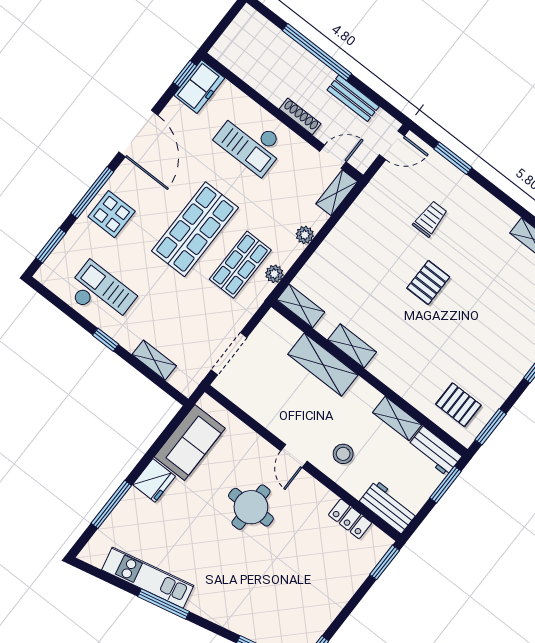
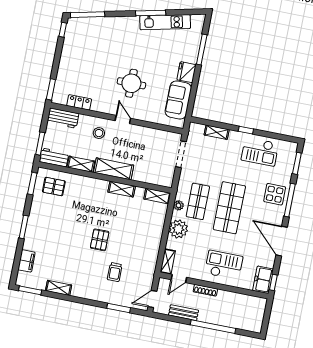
plant: (305, 235) -> (178, 229), width x1.87, depth x1.87
shelving: (323, 365) -> (114, 169), moved

